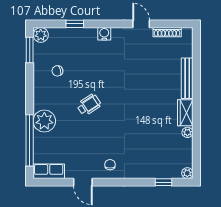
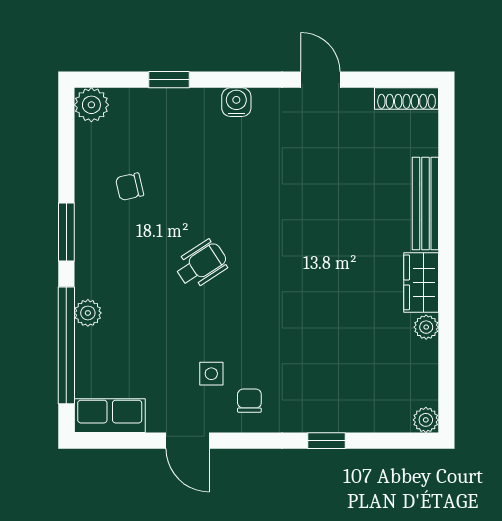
shoe rack: (167, 32) -> (407, 99), moved
window: (30, 50) -> (66, 232), moved
plant: (44, 121) -> (88, 313), width x0.53, depth x0.53
side table: (93, 153) -> (211, 374), added
window: (163, 182) -> (326, 441), moved

